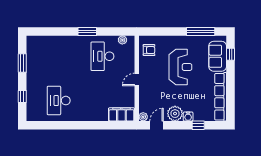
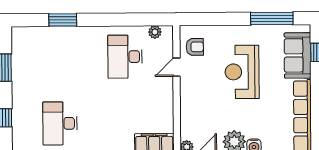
window: (87, 31) -> (63, 20), moved
reception desk: (180, 67) -> (242, 72), turned 180
door: (137, 79) -> (177, 67), moved

